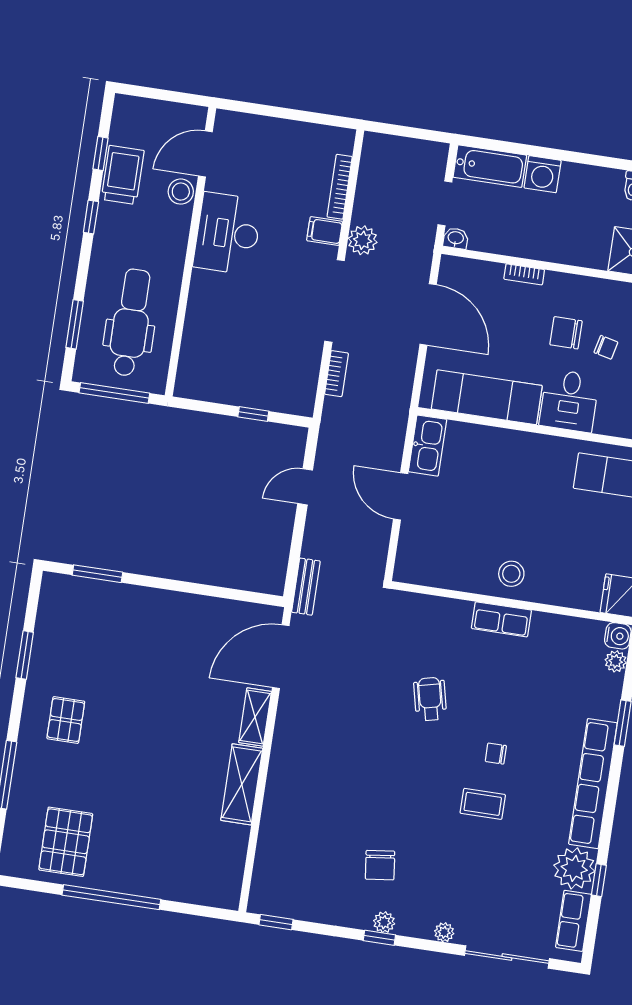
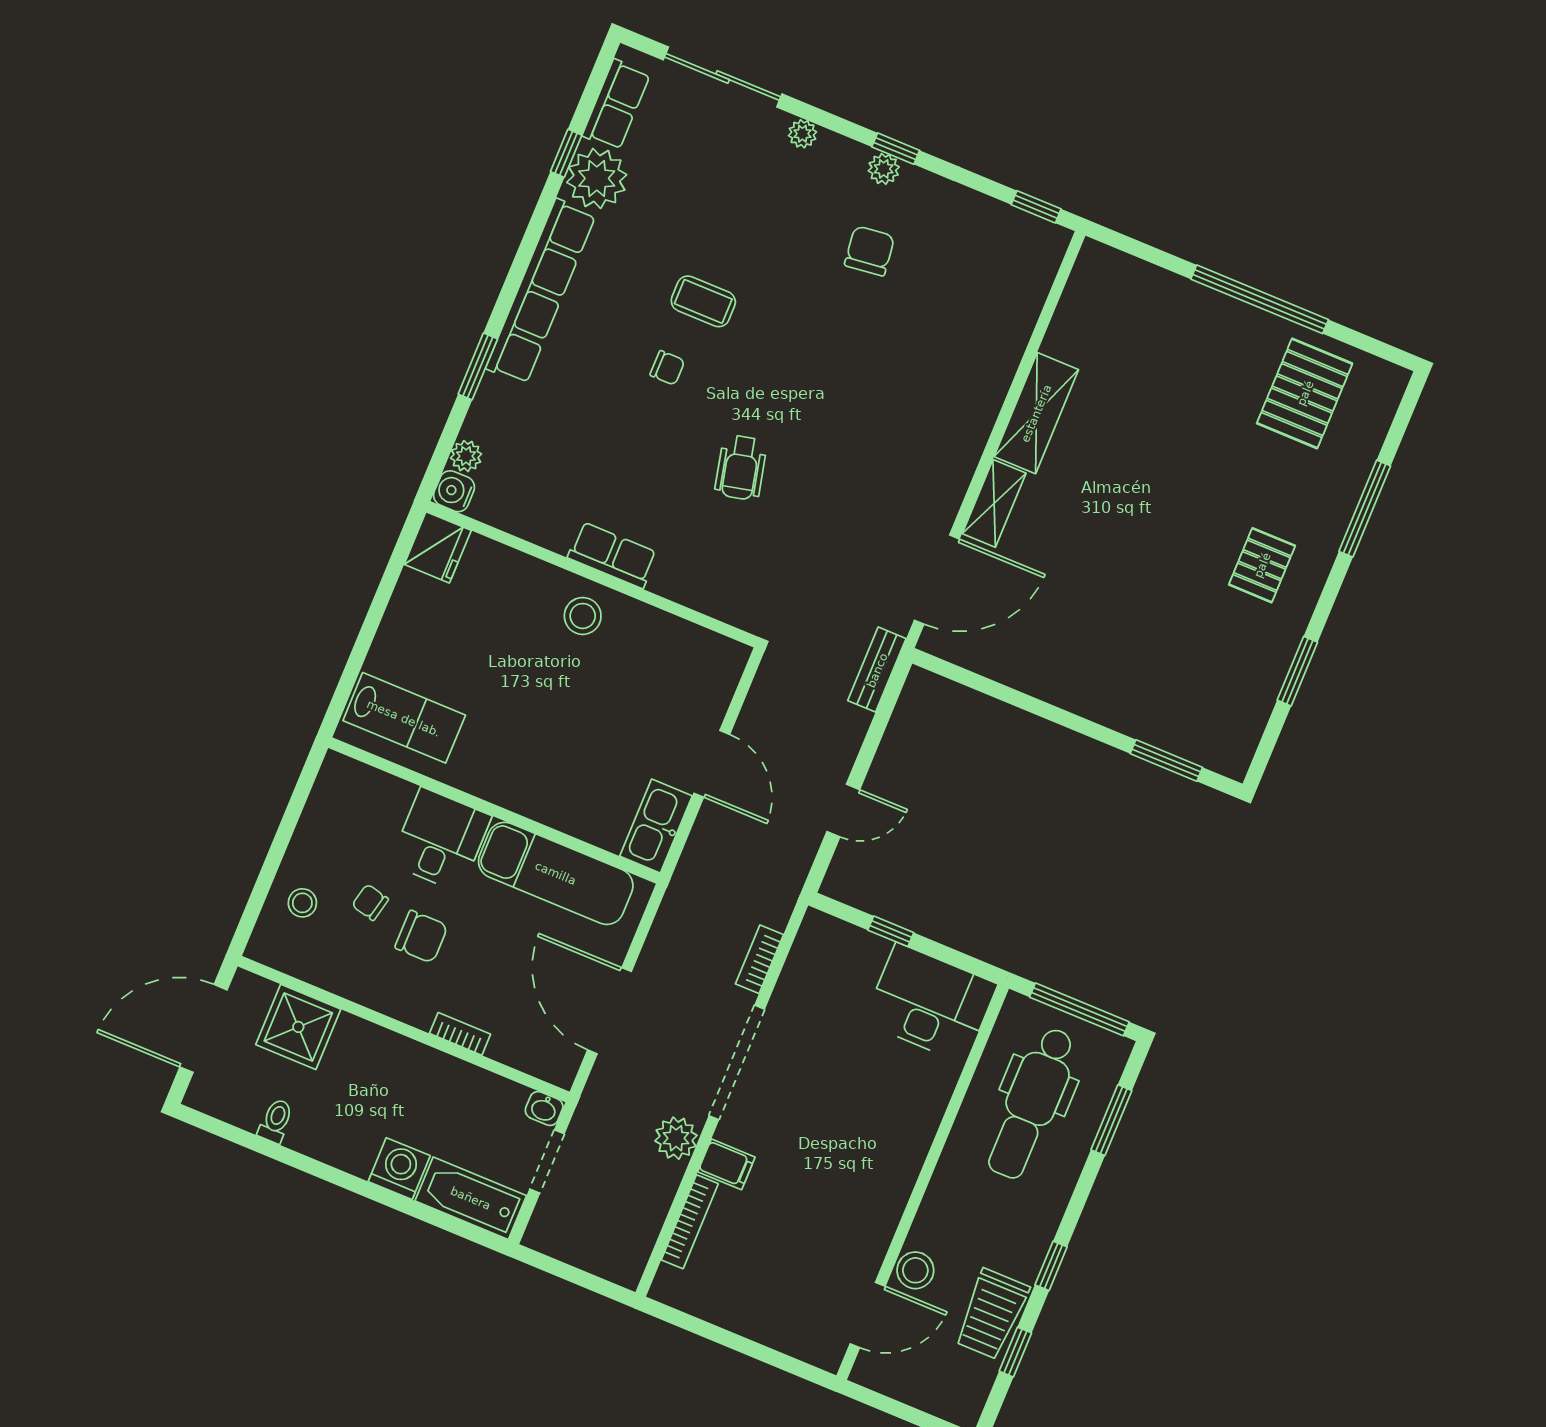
desk: (228, 233) -> (930, 1003), moved, turned -90

